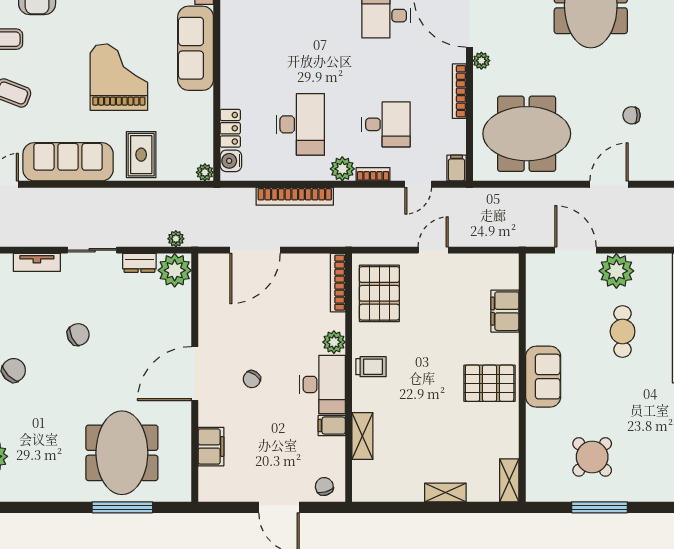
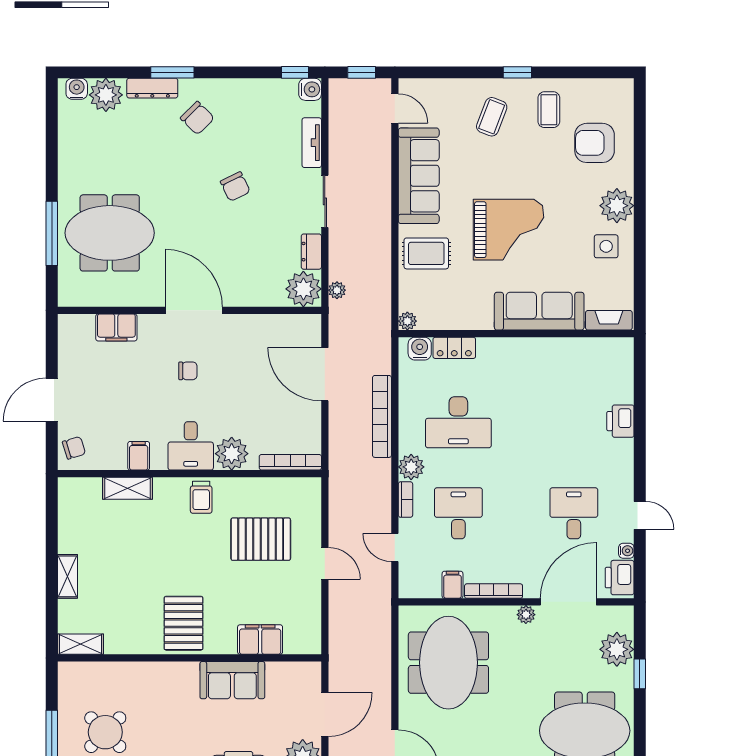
desk: (386, 124) -> (458, 513), turned 180
filing cabinet: (457, 168) -> (453, 585), moved, turned -90
pallet: (379, 293) -> (261, 539), moved
plant: (334, 342) -> (232, 454), width x1.36, depth x1.36
sofa: (543, 377) -> (232, 680), moved
chair: (252, 379) -> (188, 371), turned 145
desk: (322, 384) -> (191, 446), width x0.73

